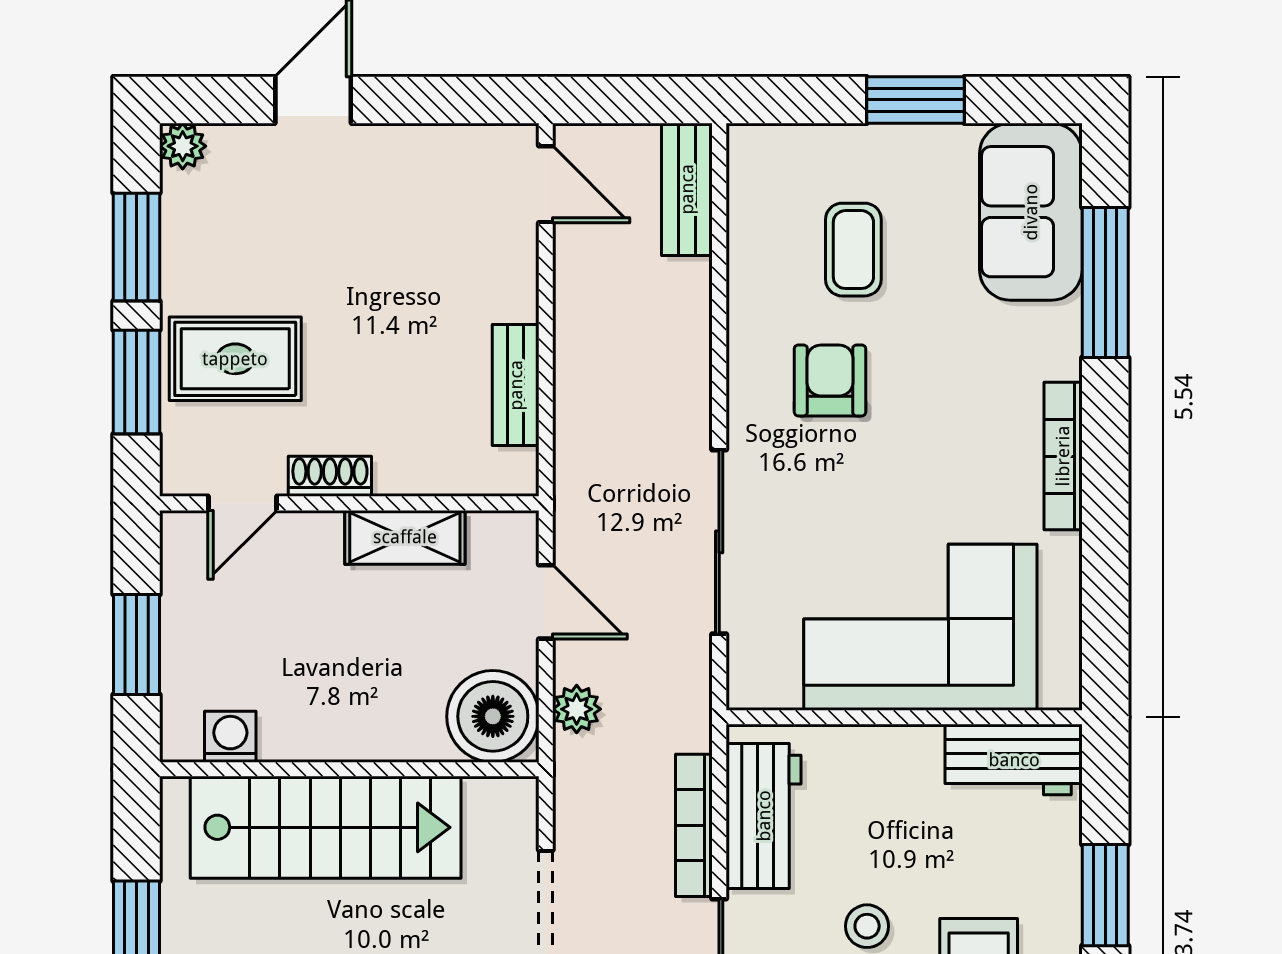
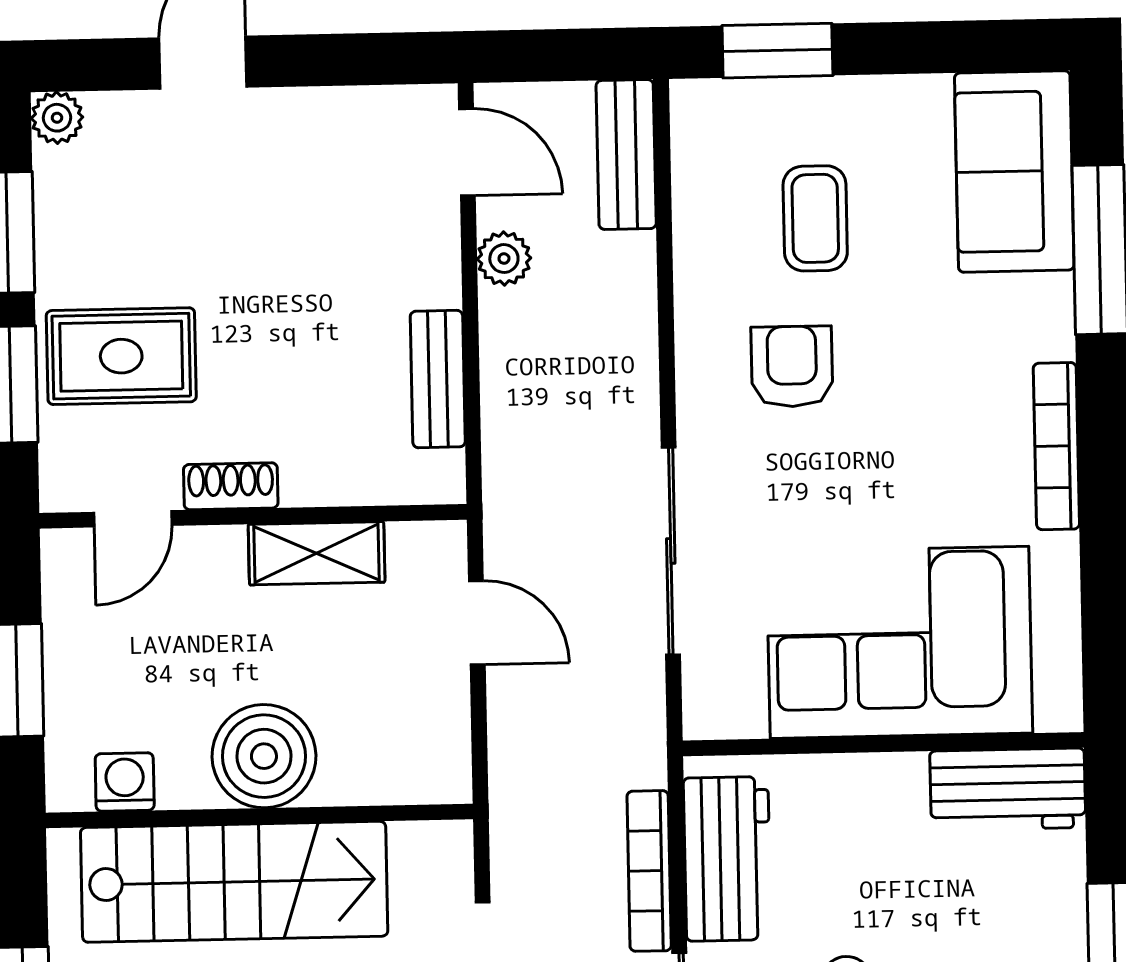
window: (916, 100) -> (777, 51), moved
plant: (577, 709) -> (504, 259), moved
boiler: (493, 716) -> (264, 756), moved

